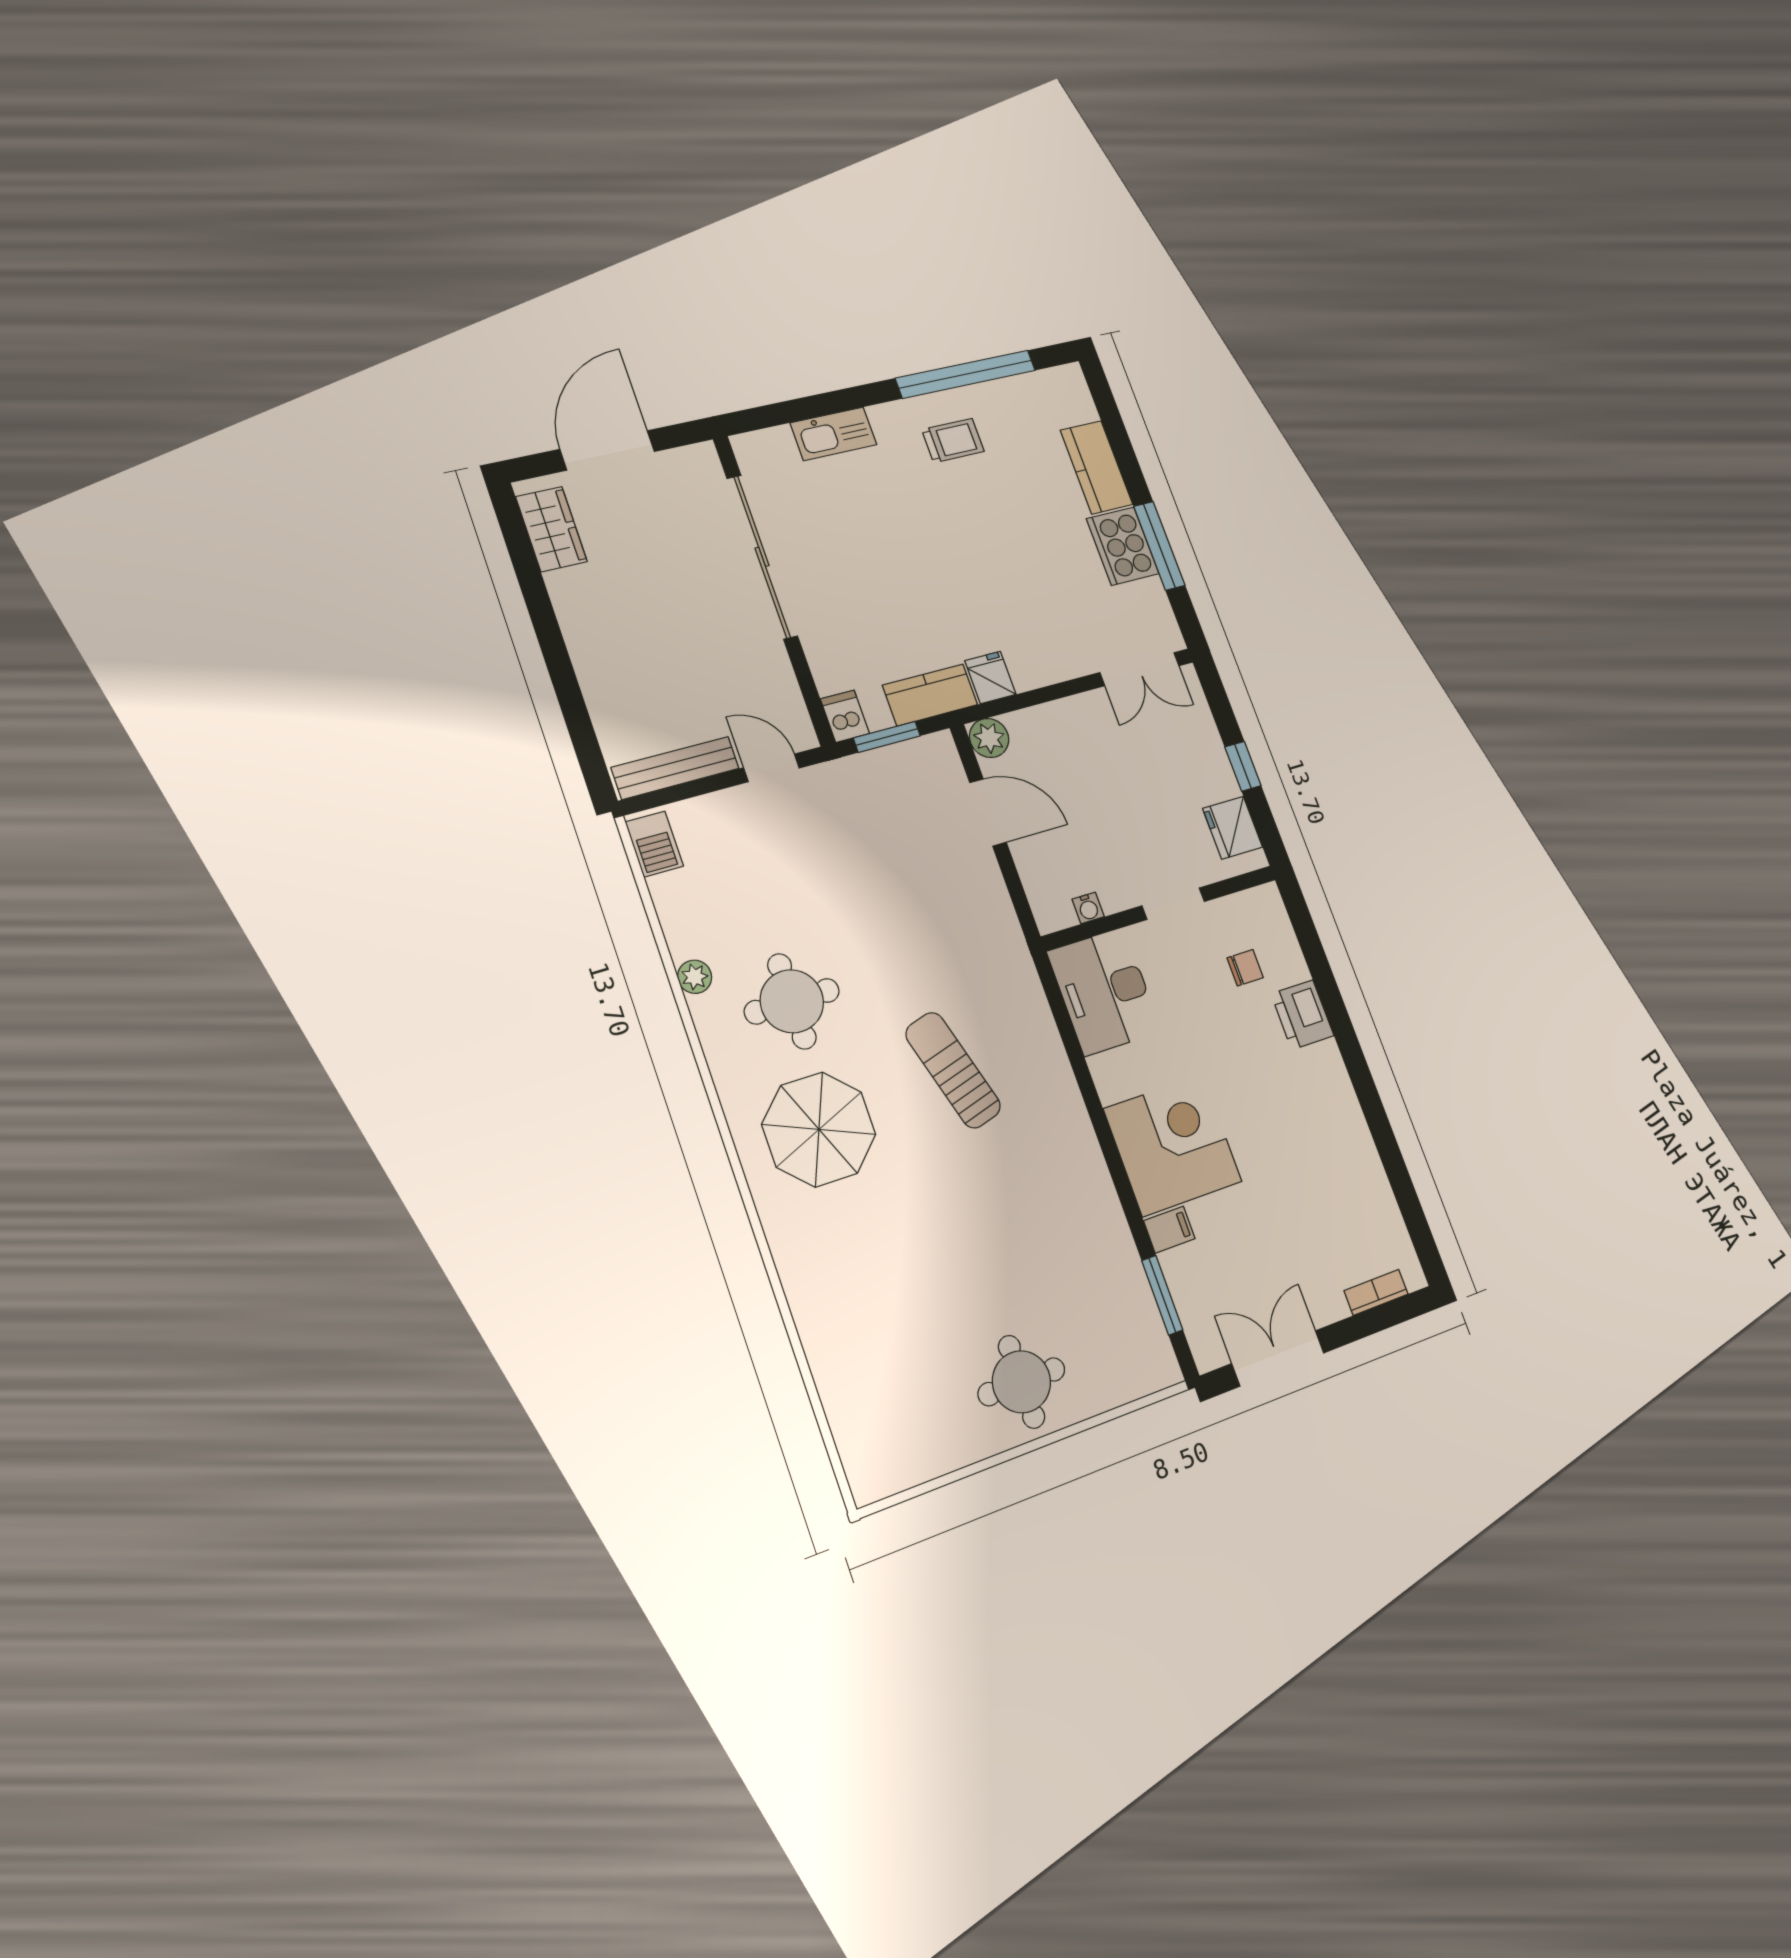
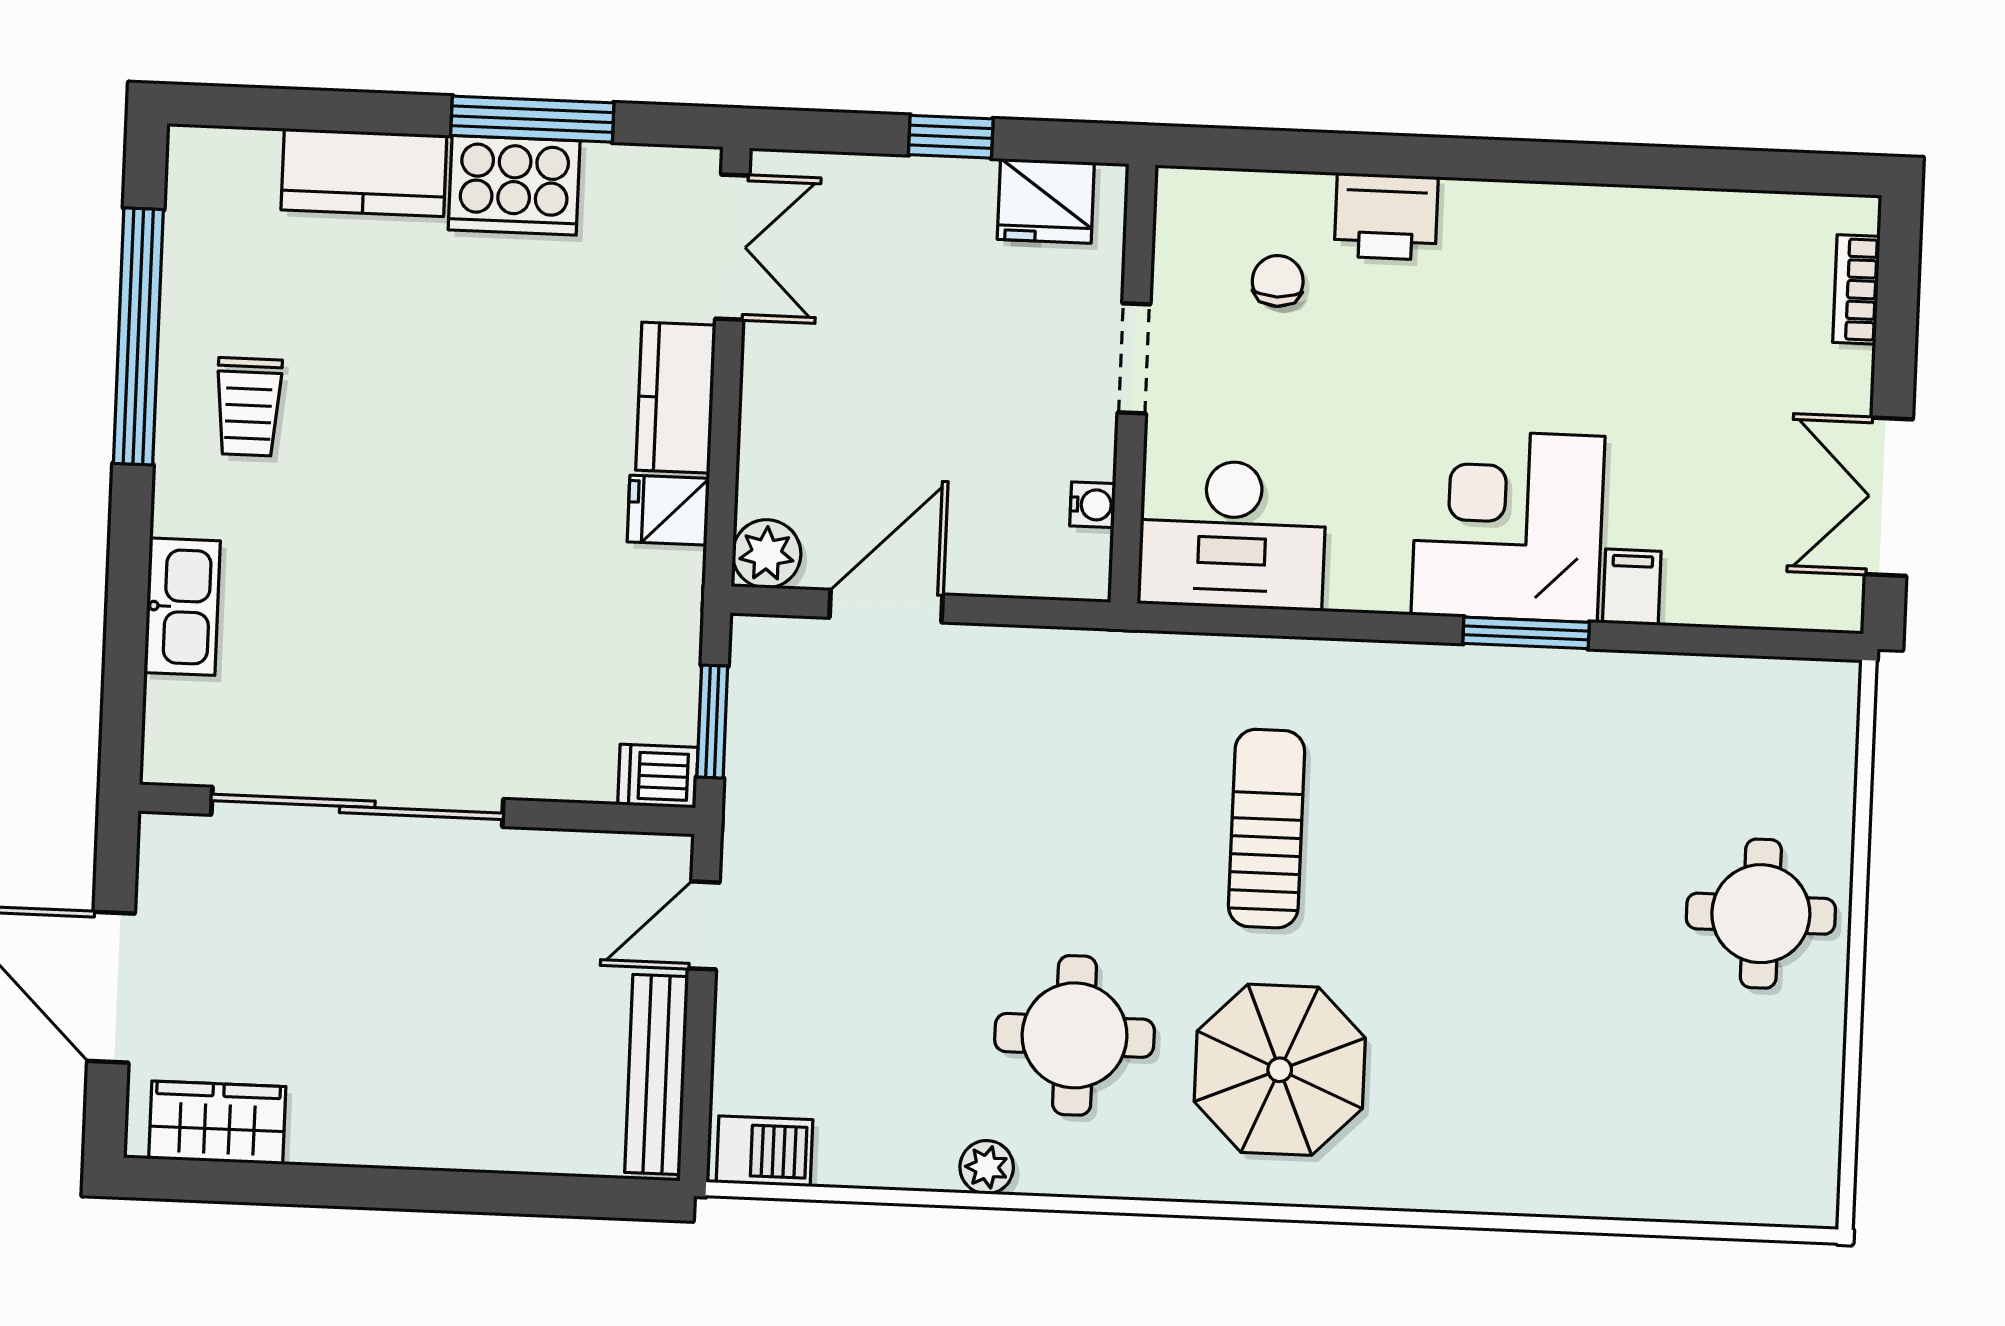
trolley: (953, 440) -> (249, 407), turned 180
kitchen counter: (930, 695) -> (676, 398), moved
sun lounger: (953, 1070) -> (1267, 829), turned 106
window: (1162, 1295) -> (1526, 633), moved

